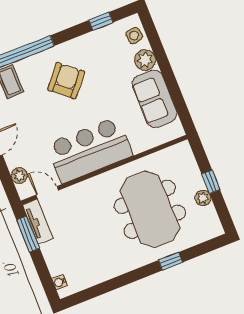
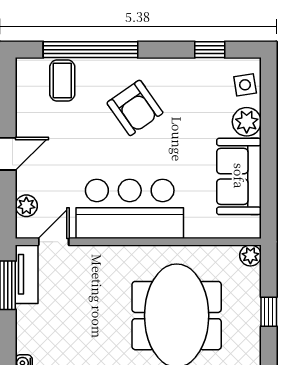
armchair: (66, 81) -> (135, 108), turned 105
door: (47, 192) -> (54, 242), hinge flipped
plant: (203, 198) -> (250, 255), moved

